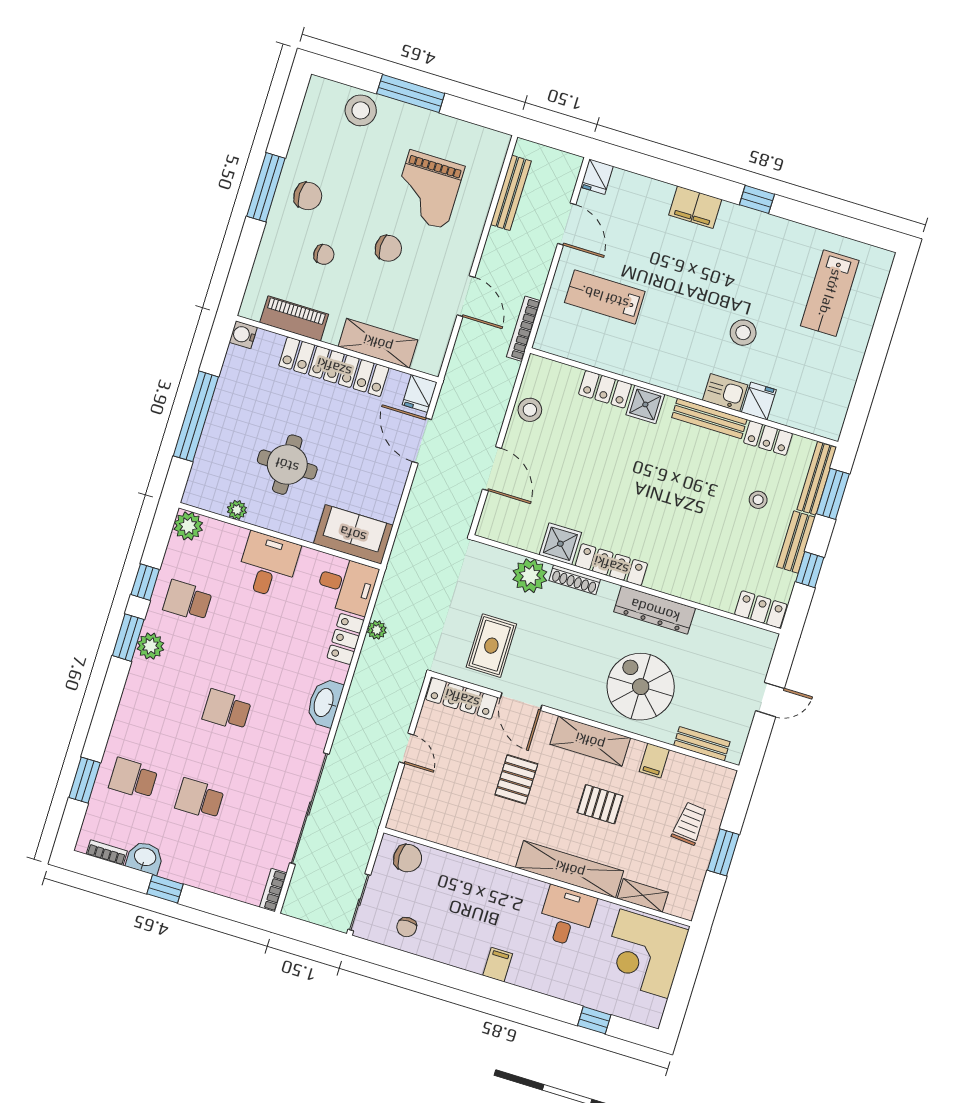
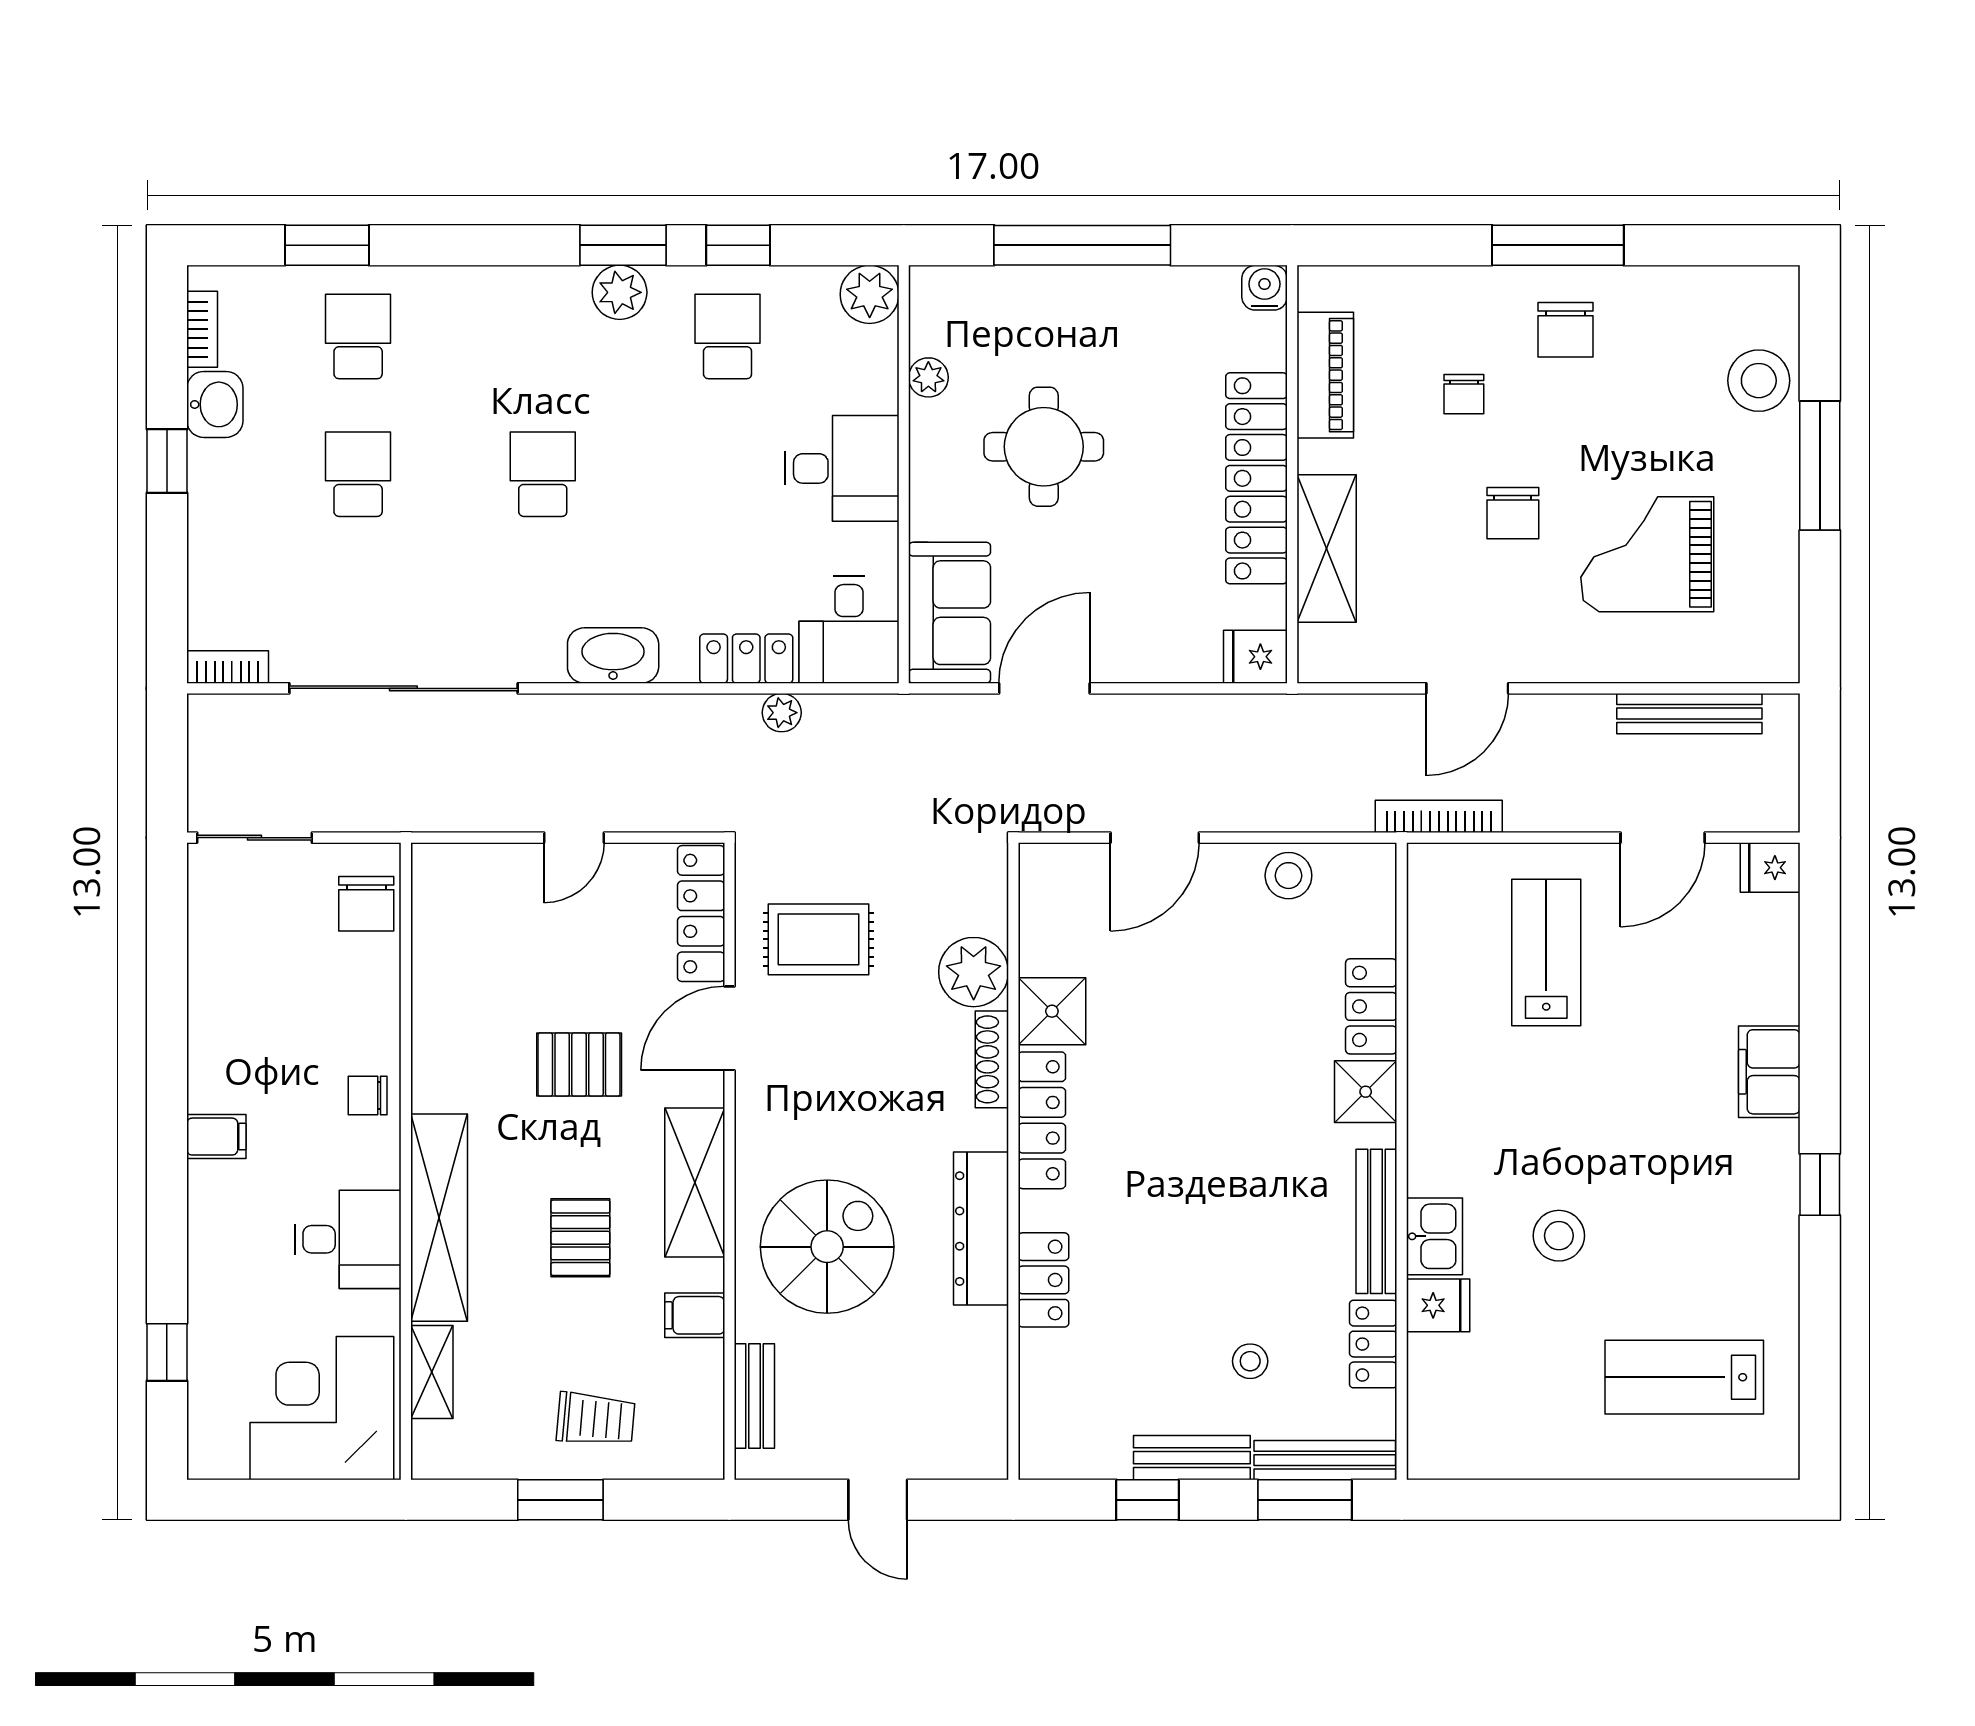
door: (422, 441) -> (1044, 688), moved
locker: (761, 609) -> (1043, 1280), moved
chair: (407, 927) -> (368, 1096), moved

